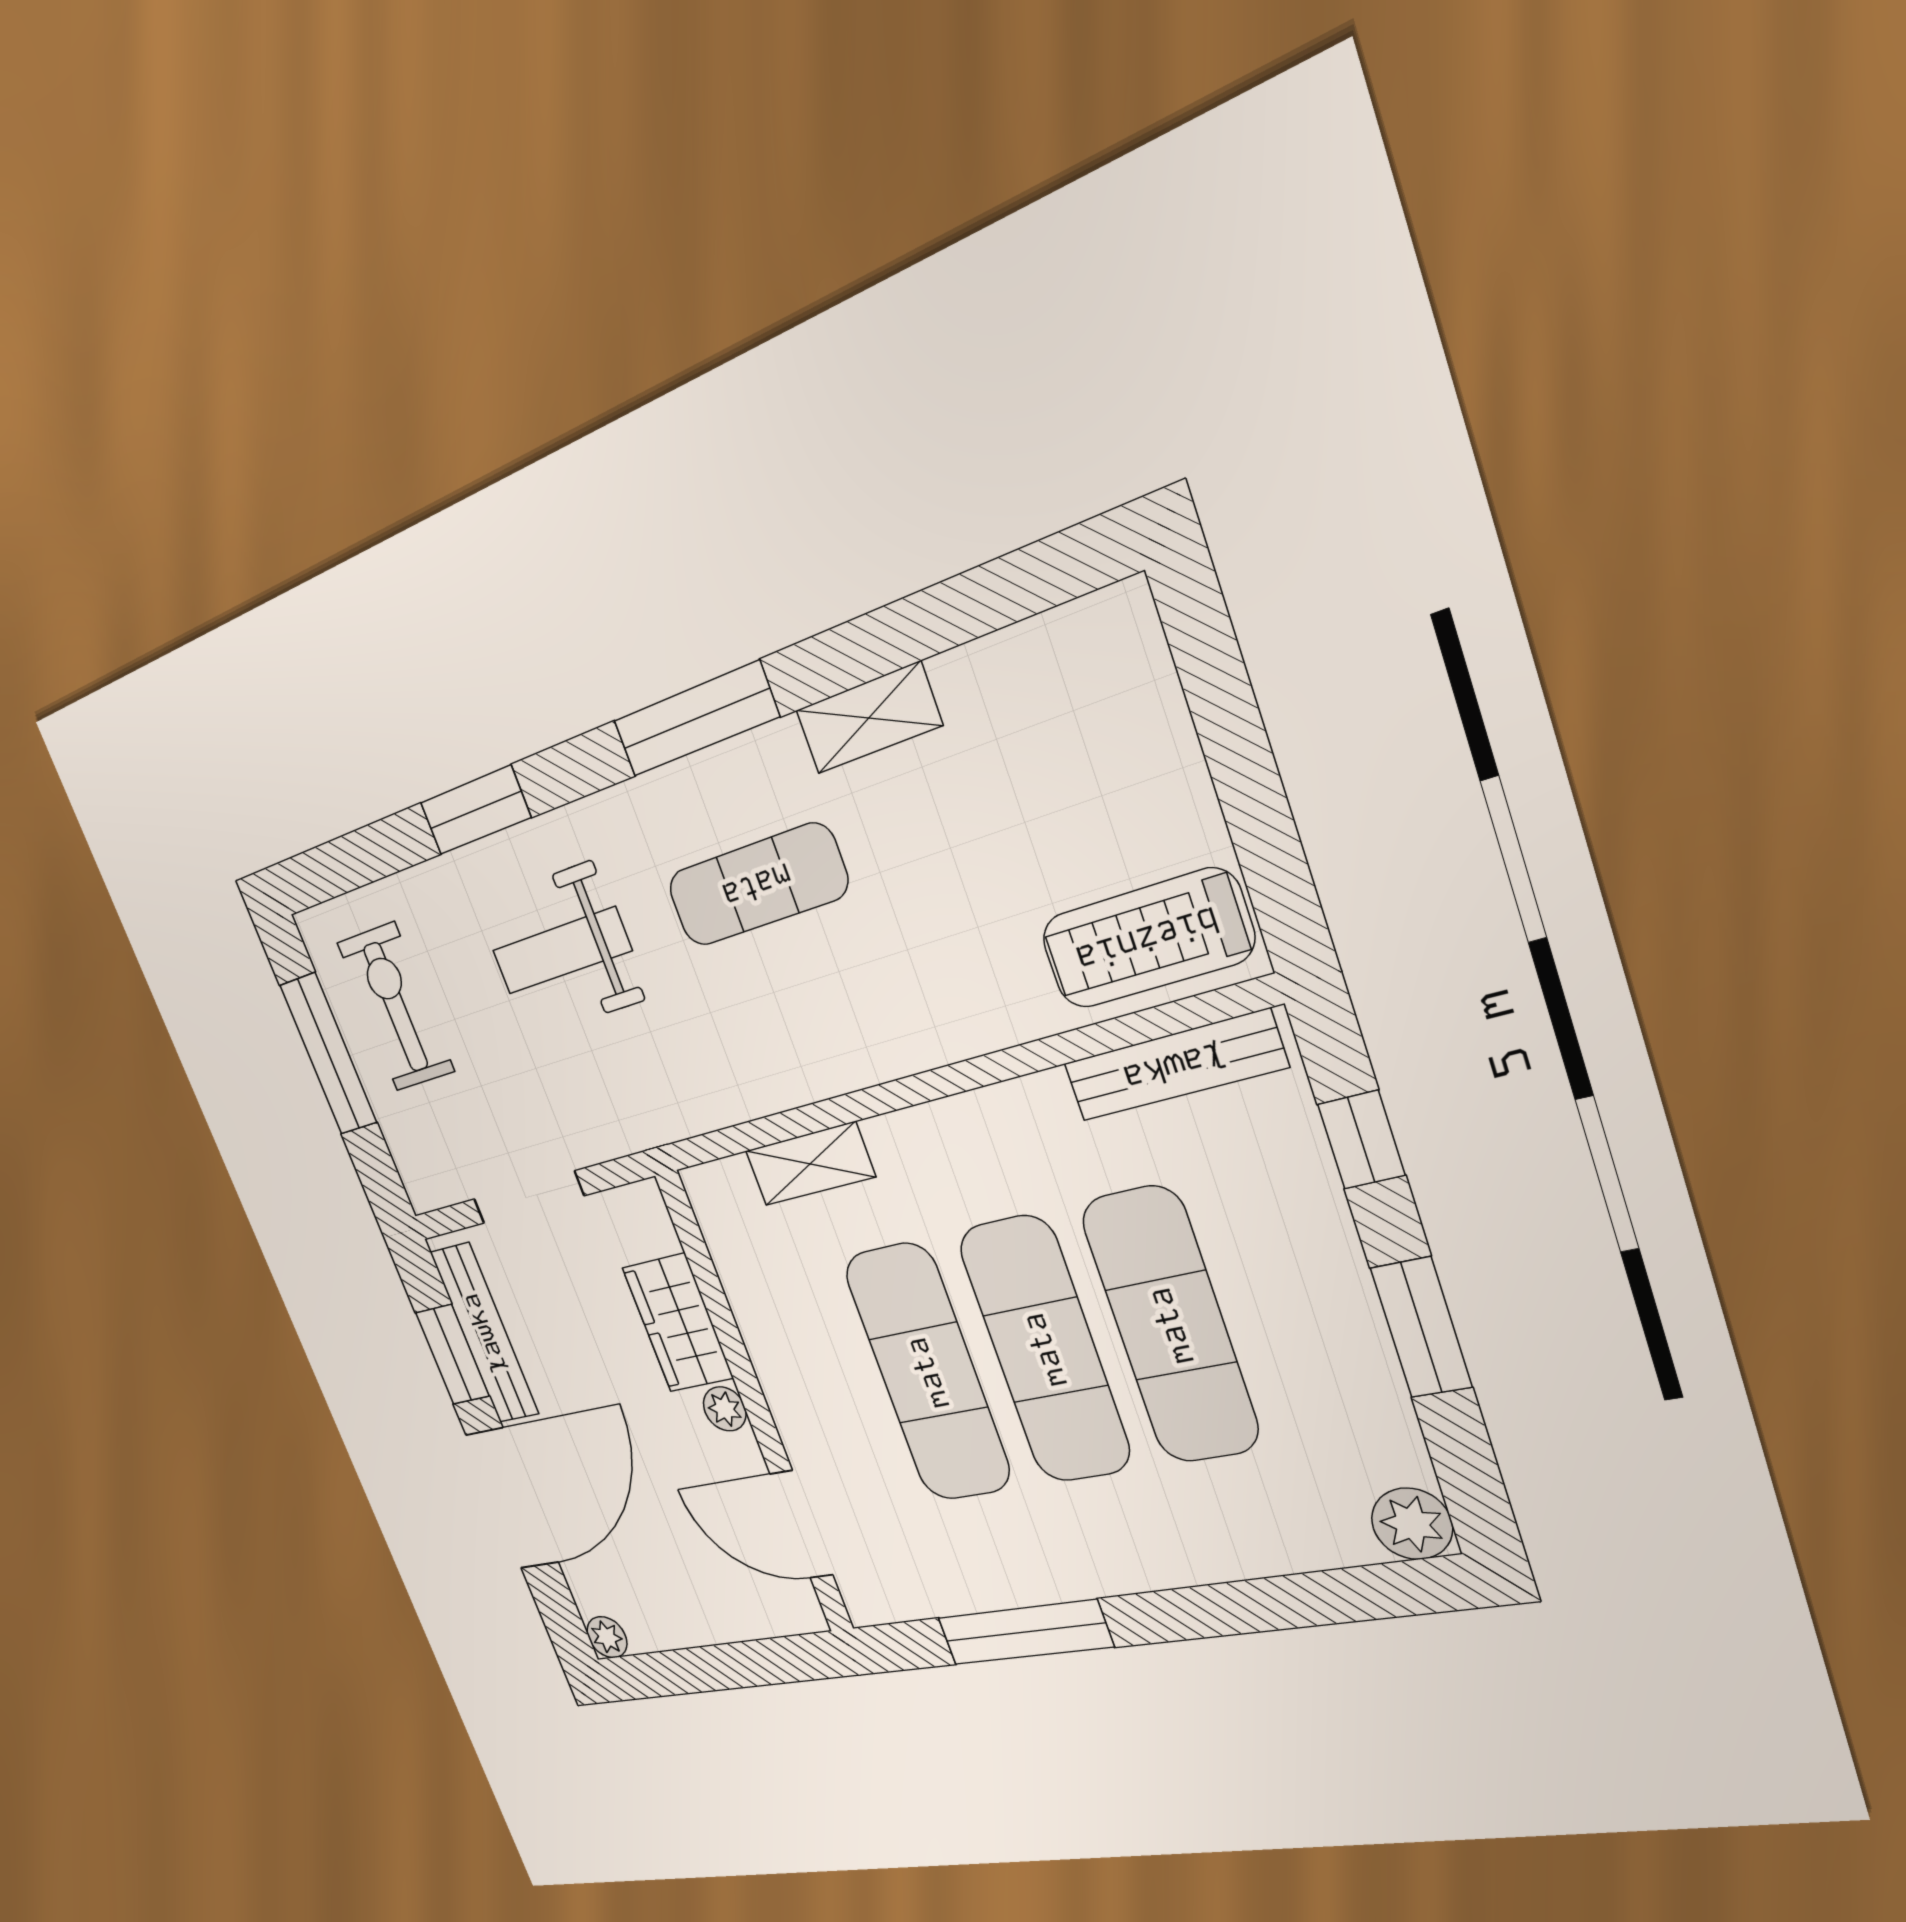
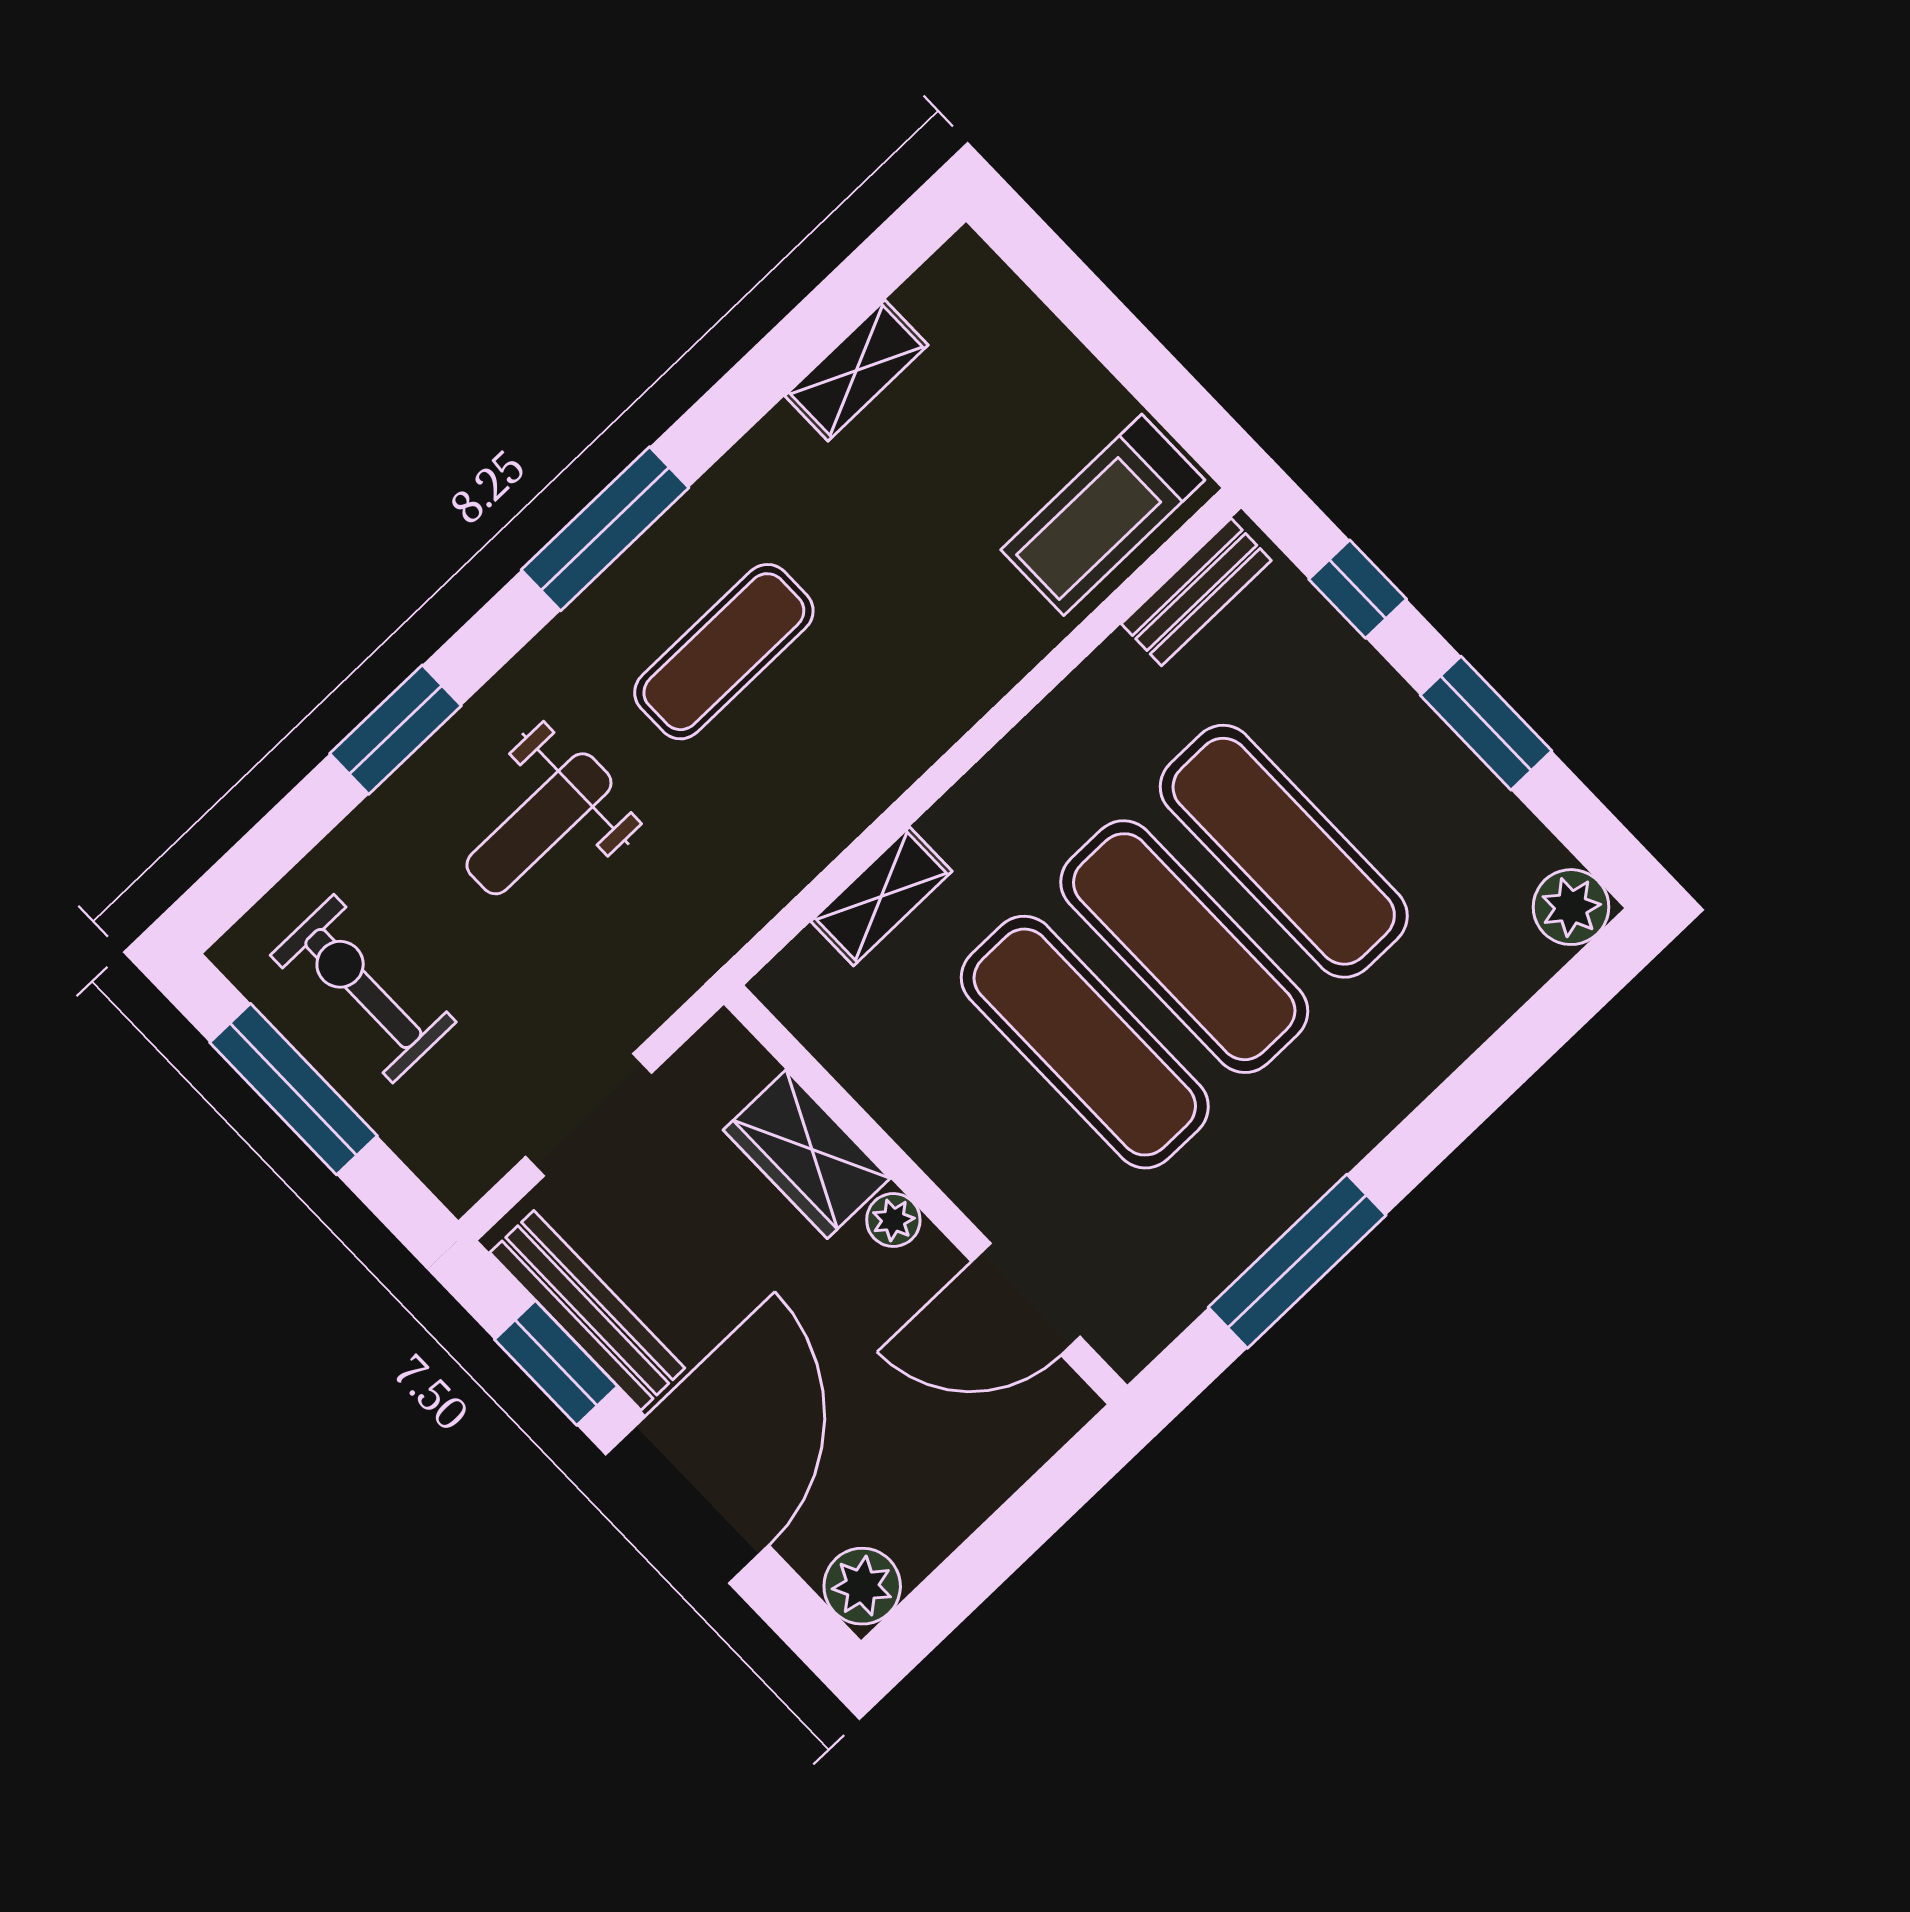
shelving: (869, 718) -> (856, 370), moved
bench: (1174, 1066) -> (1196, 592), width x0.73
plant: (607, 1637) -> (862, 1586), width x1.38, depth x1.38

